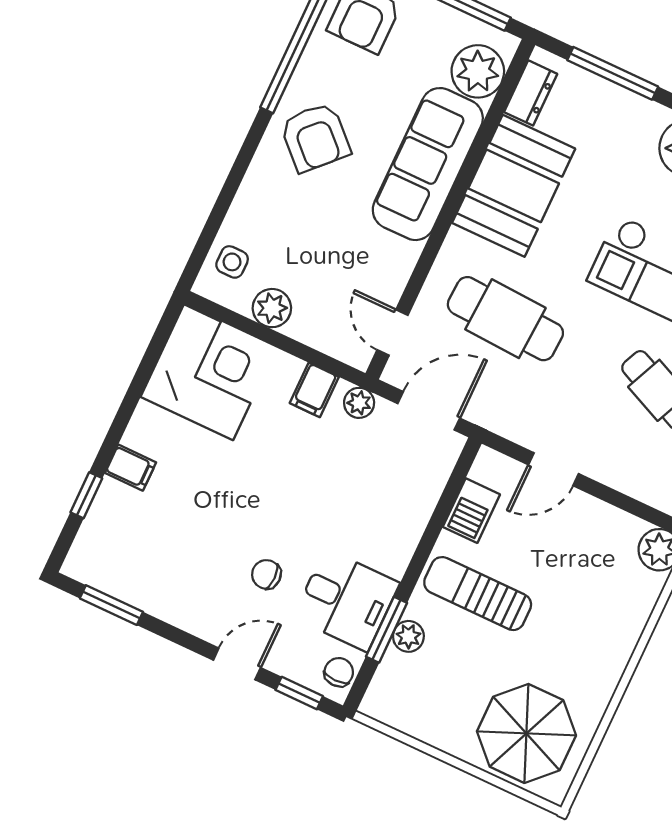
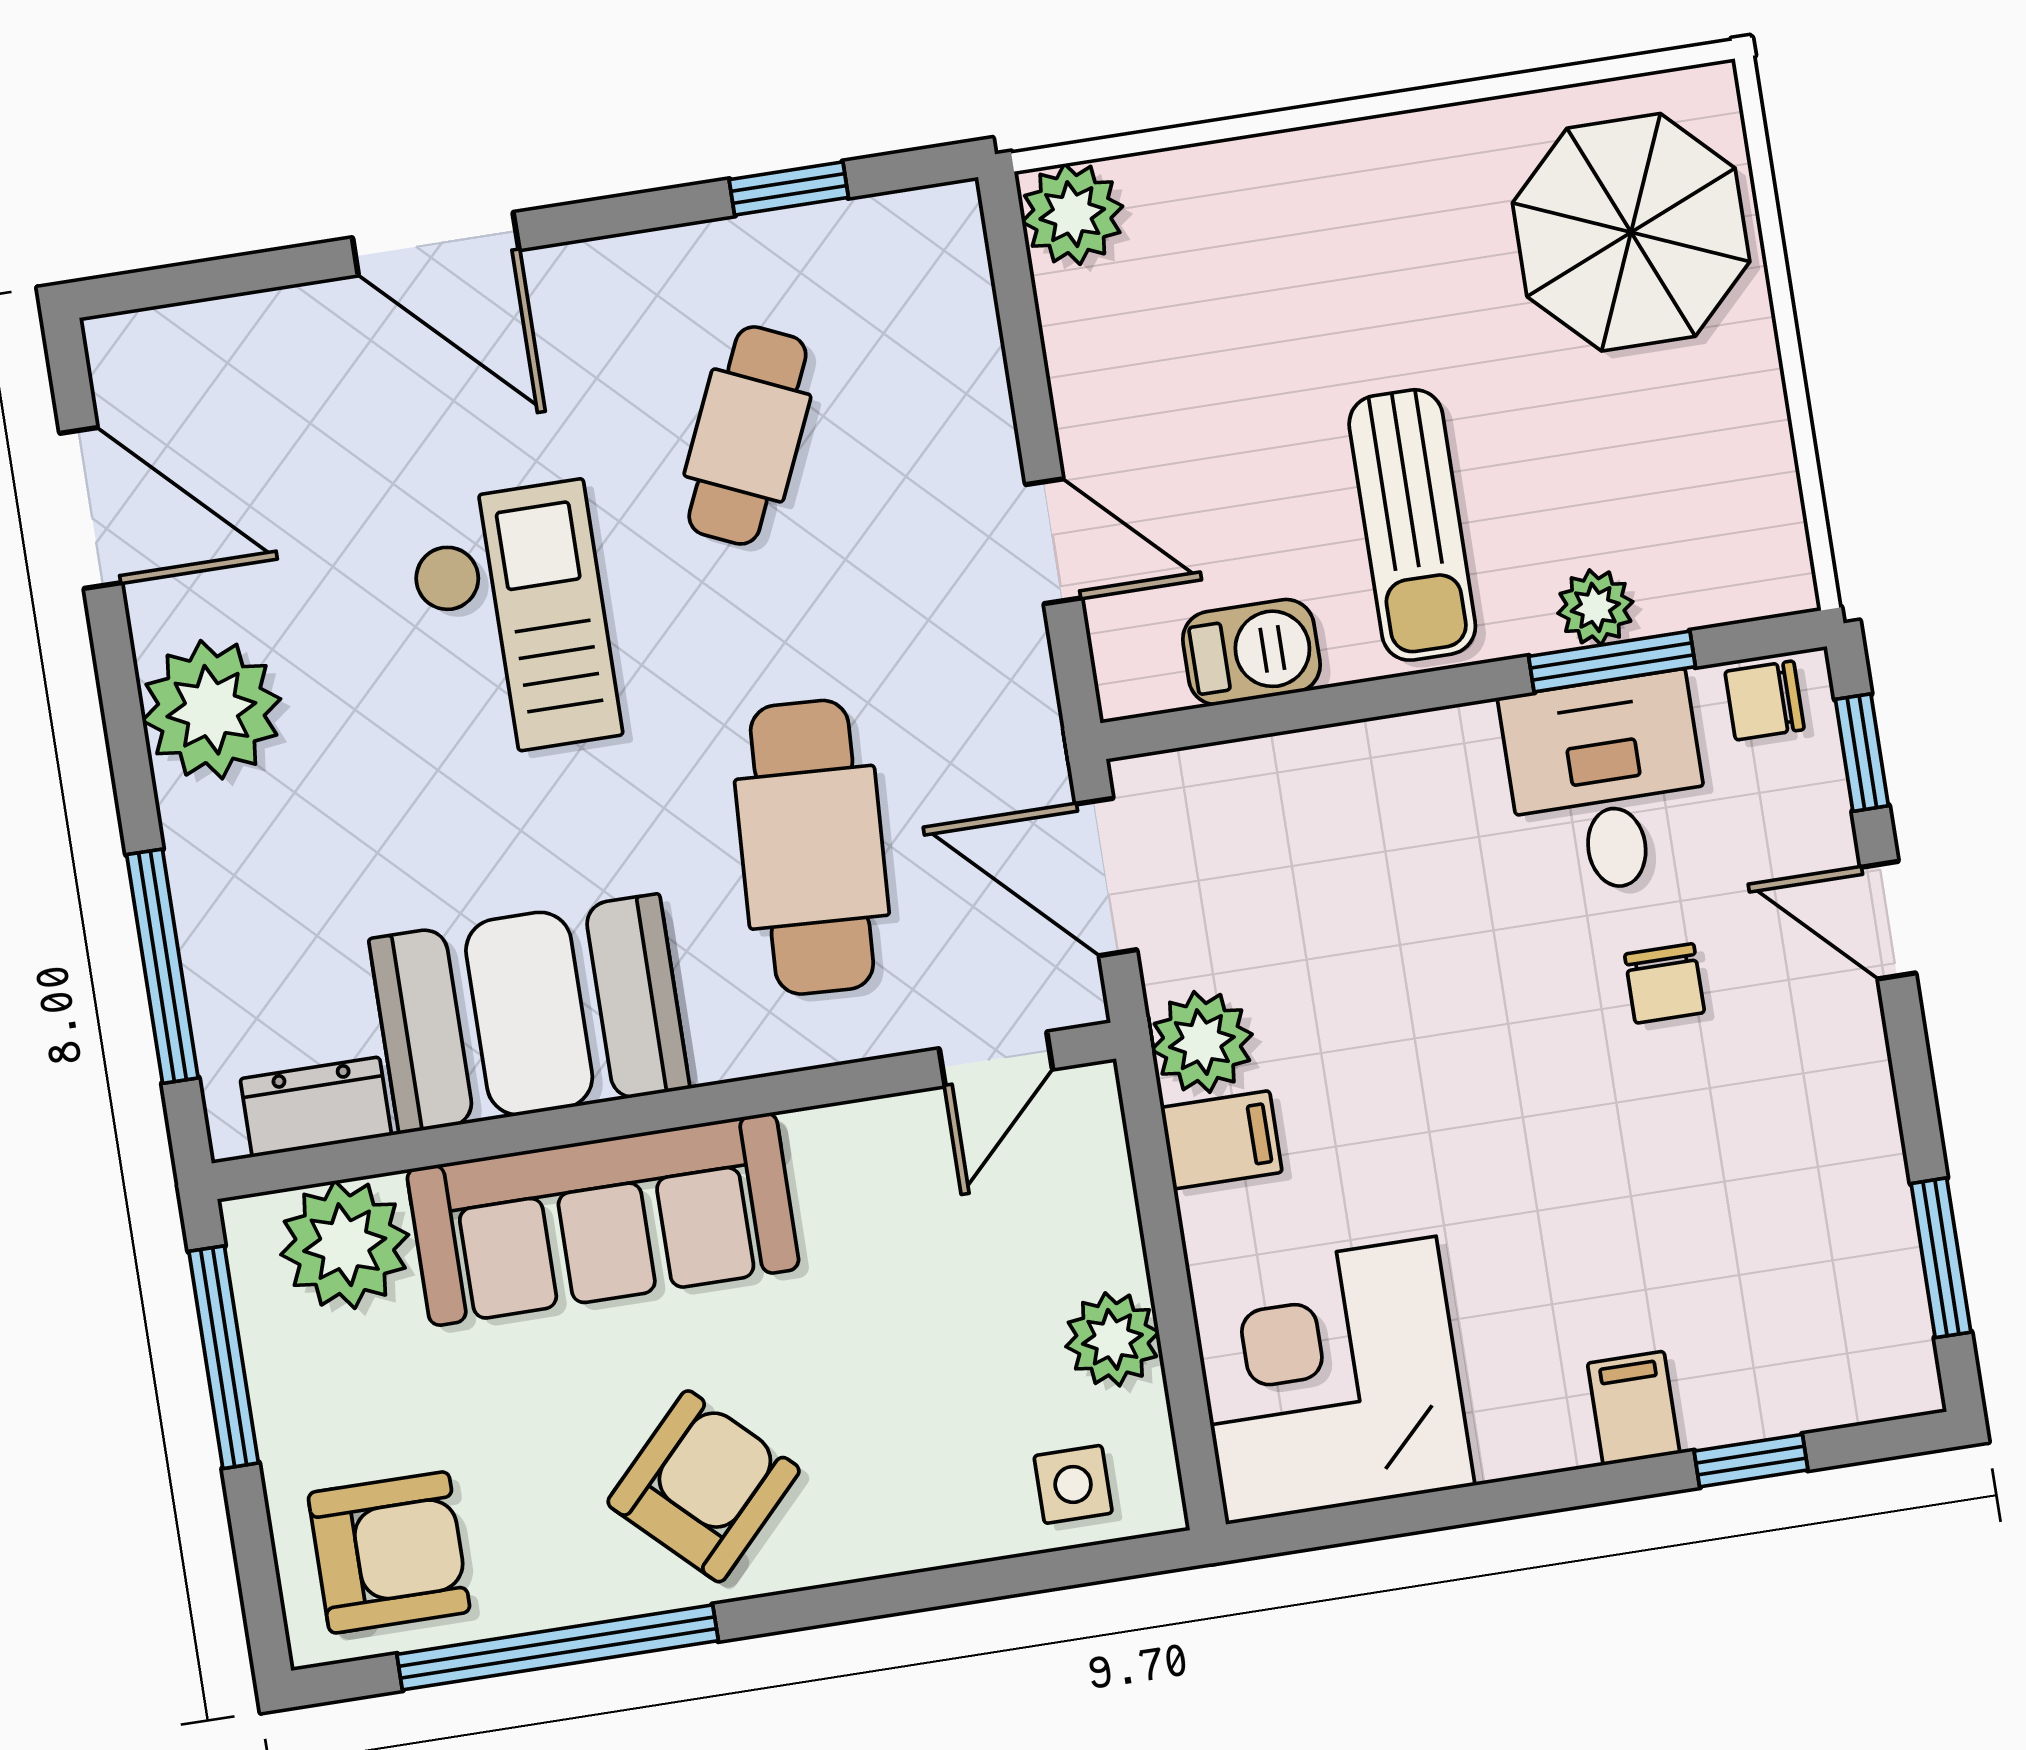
plant: (359, 403) -> (1202, 1042), width x1.38, depth x1.38

